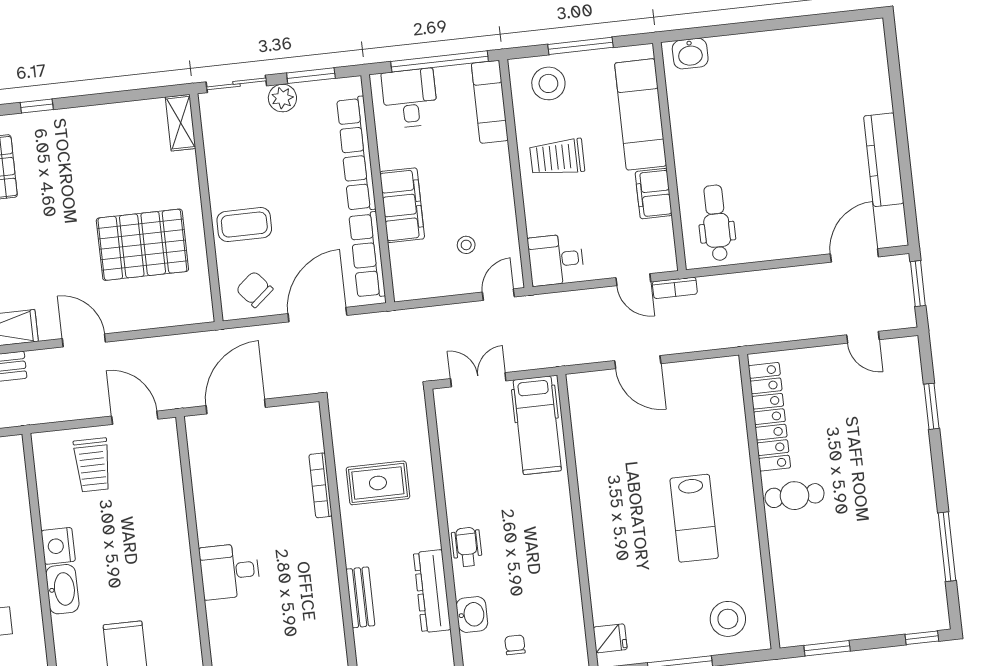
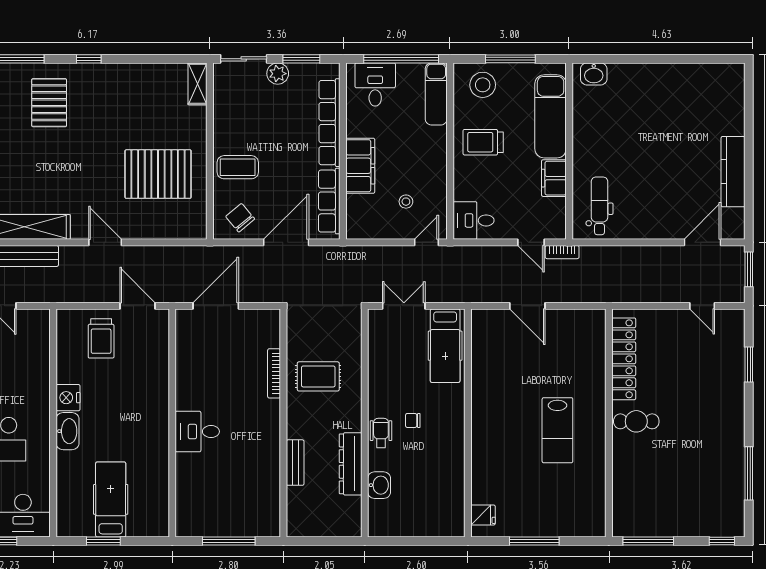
stool: (728, 619) -> (575, 510), removed
chair: (515, 645) -> (413, 420), moved, turned -90
window: (827, 648) -> (648, 541), width x1.44

